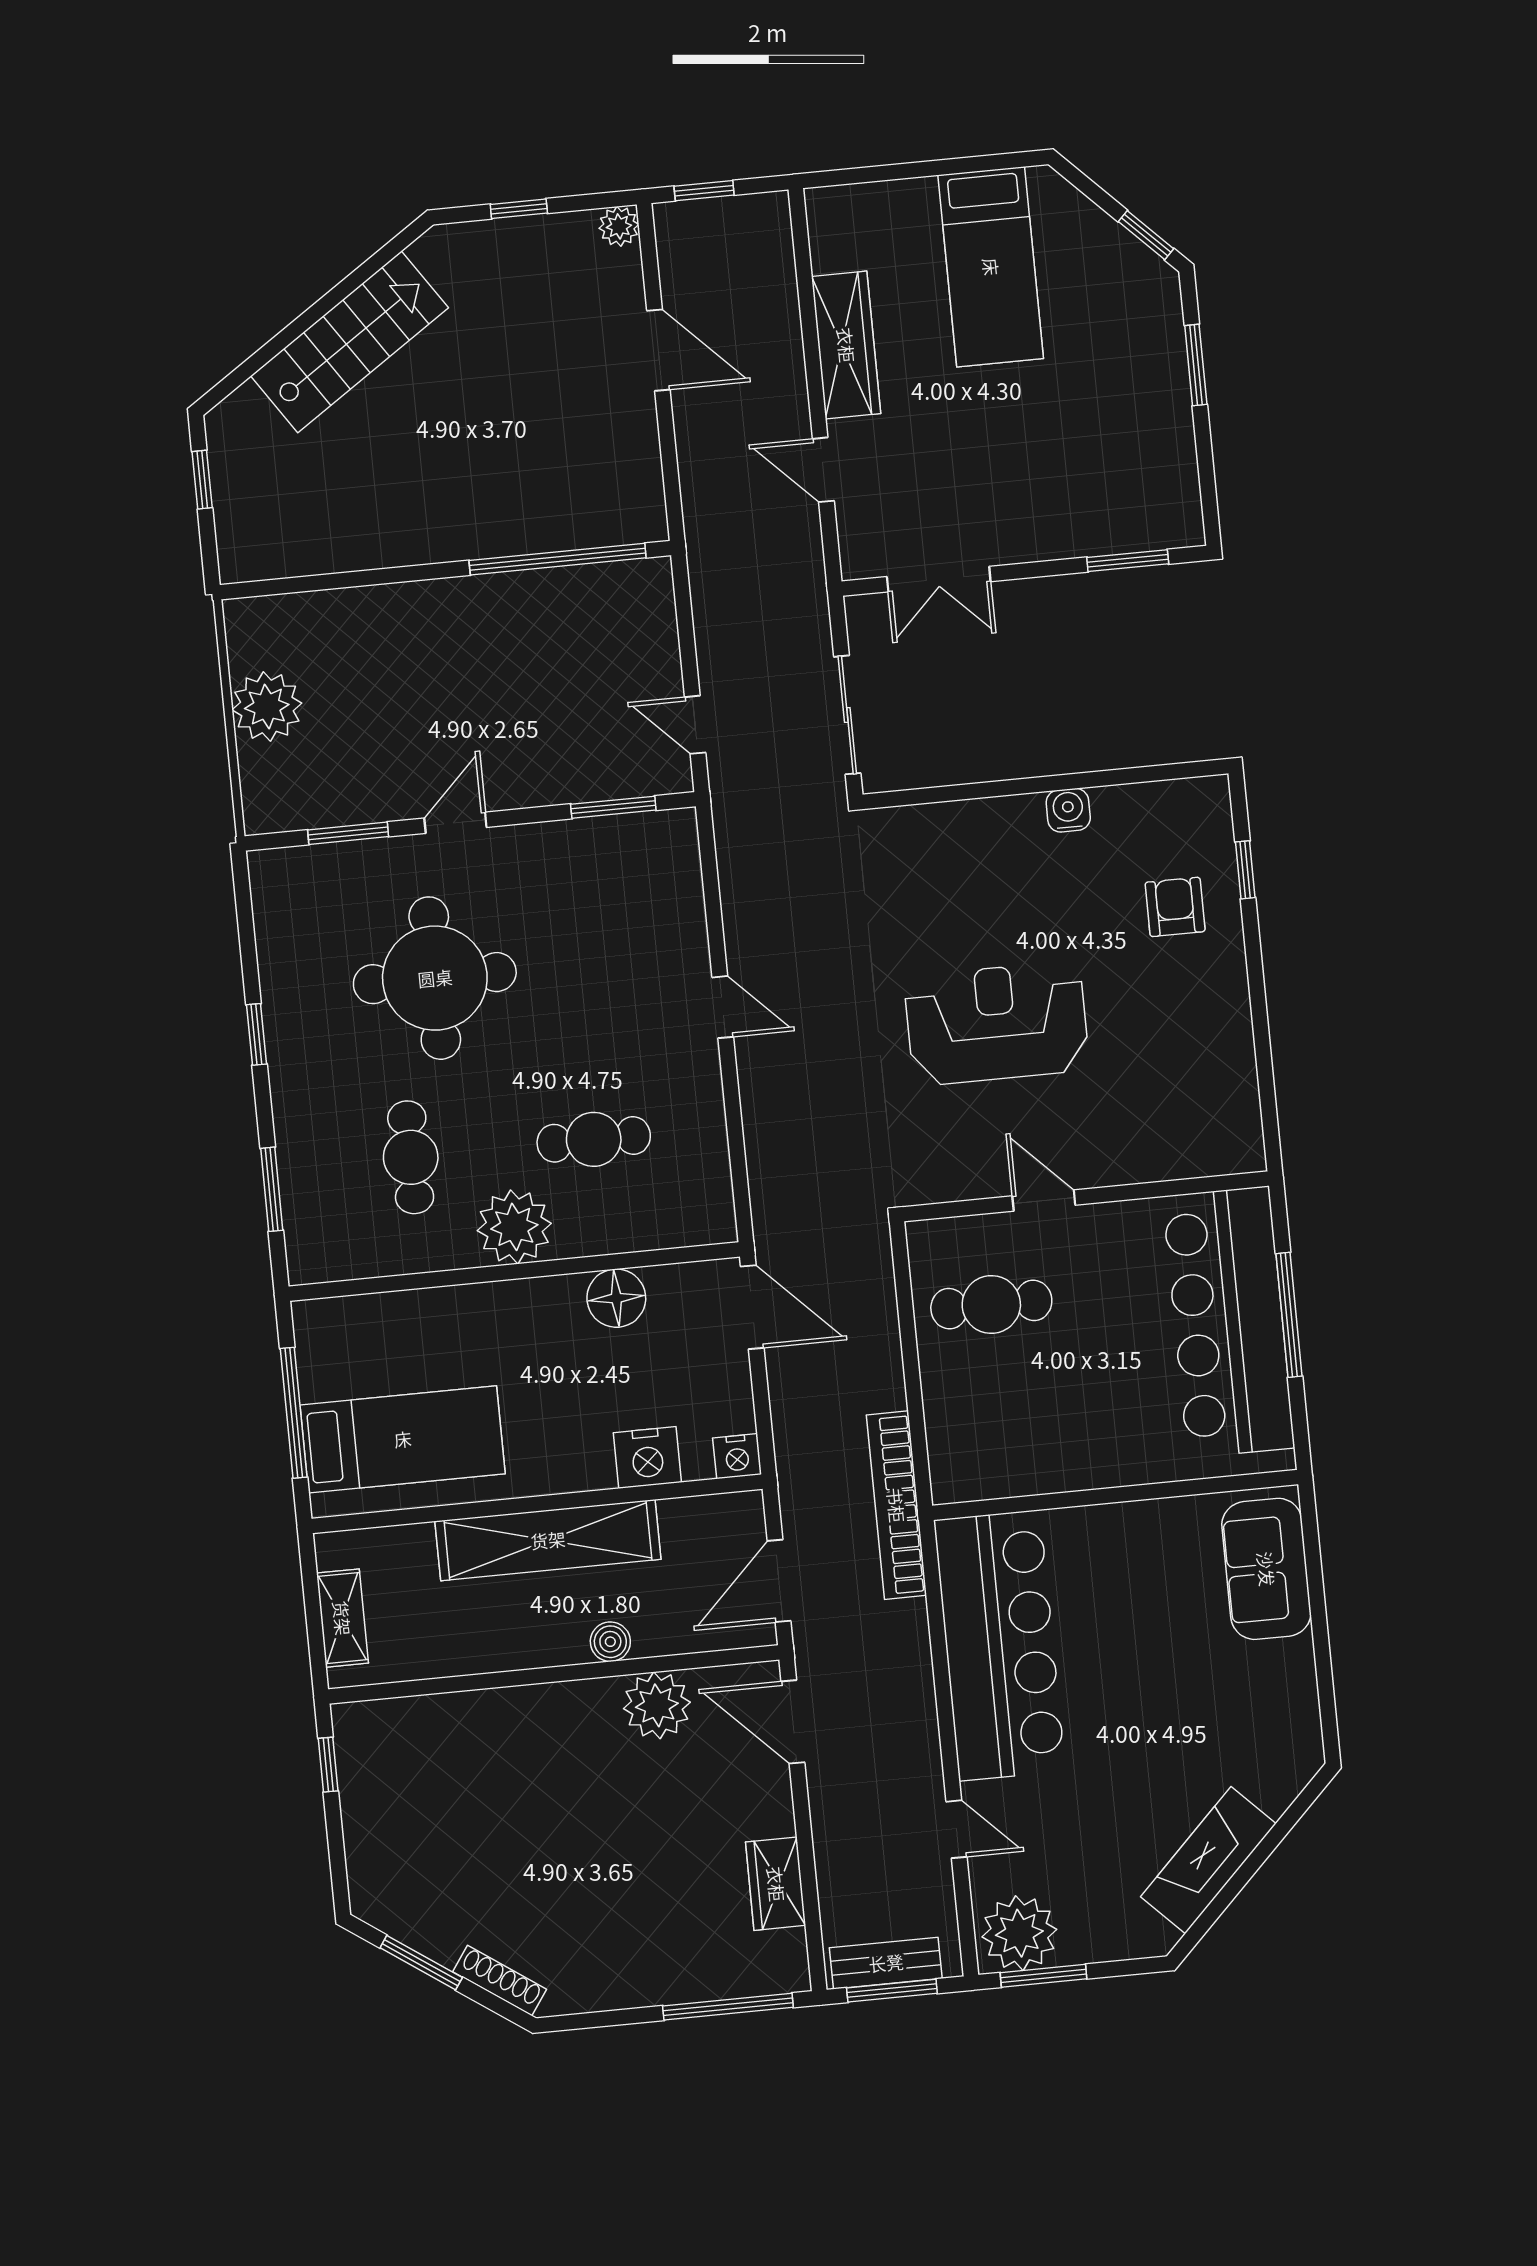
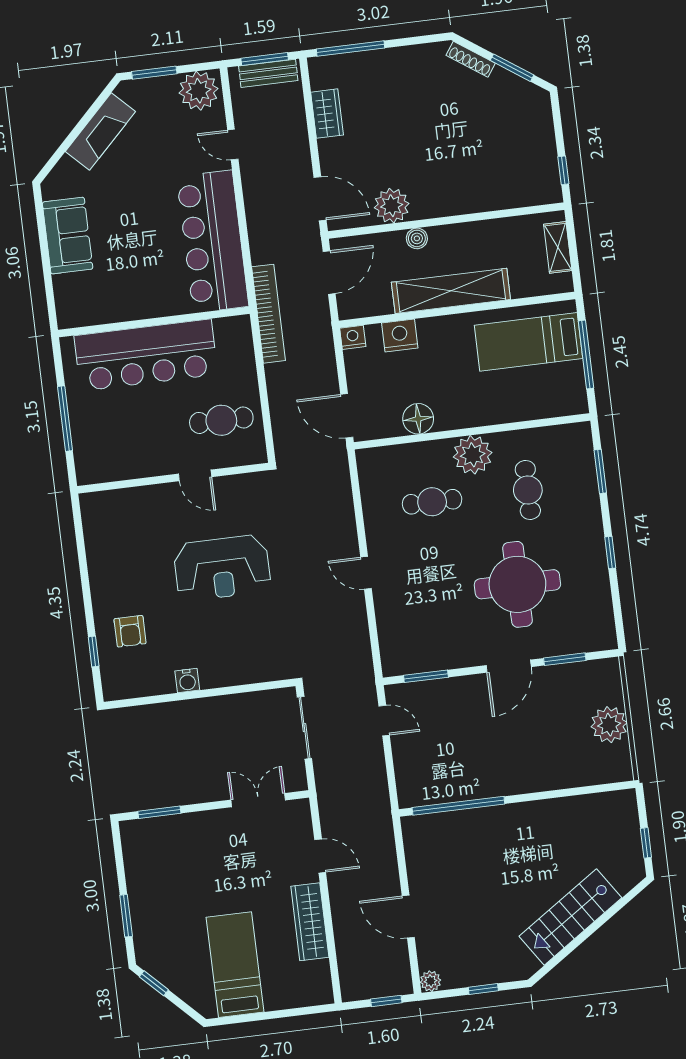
door: (455, 823) -> (509, 666), width x1.38
bar counter: (1228, 1322) -> (146, 355), moved, turned 90
sofa: (1266, 1569) -> (68, 236), moved
window: (1044, 1976) -> (154, 73), moved

